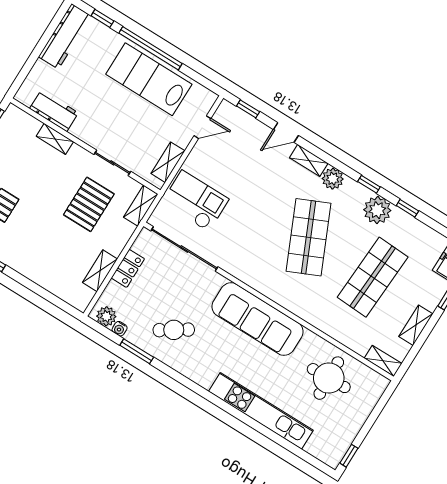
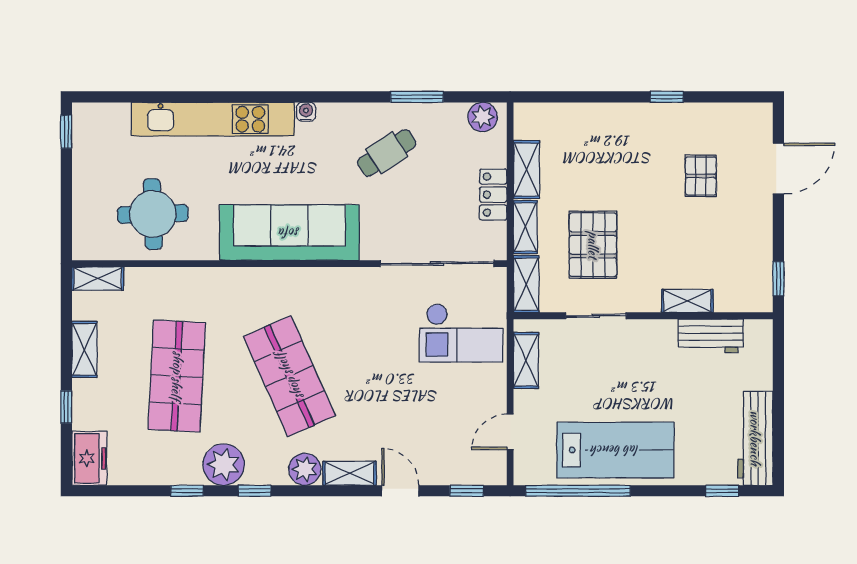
window: (150, 48) -> (578, 491), moved
door: (286, 133) -> (400, 491), hinge flipped
shelving: (121, 238) -> (525, 227), added
water cooler: (120, 329) -> (306, 112), moved

